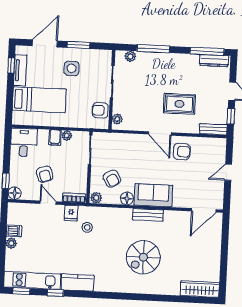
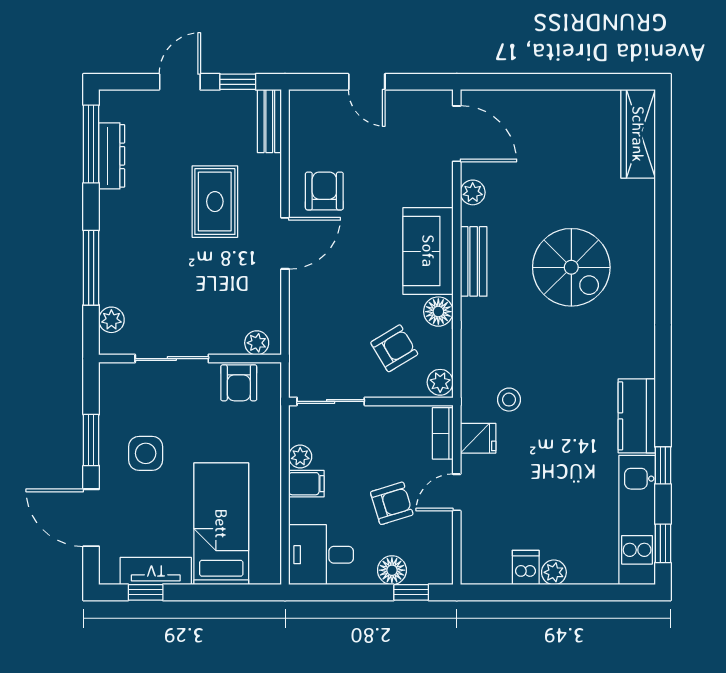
dresser: (214, 61) -> (112, 156), moved
floor lamp: (15, 193) -> (392, 570), moved
plant: (178, 216) -> (473, 192), added

